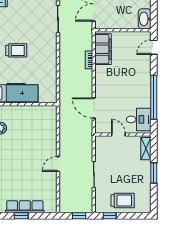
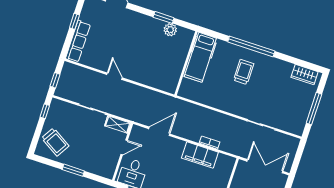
filing cabinet: (103, 49) -> (200, 155), moved
trolley: (16, 50) -> (244, 72), turned 180
shelving: (146, 149) -> (118, 125), moved
trolley: (123, 201) -> (55, 142), moved, turned -59
row of seats: (25, 207) -> (78, 41), moved

